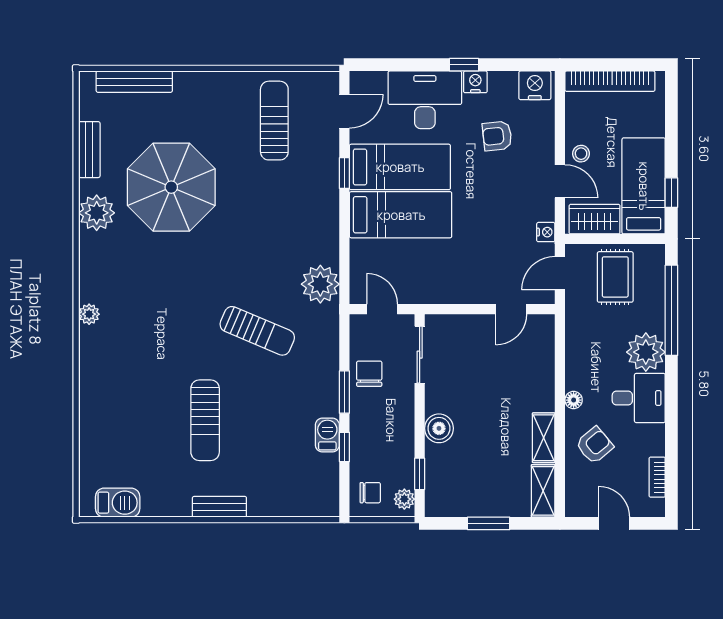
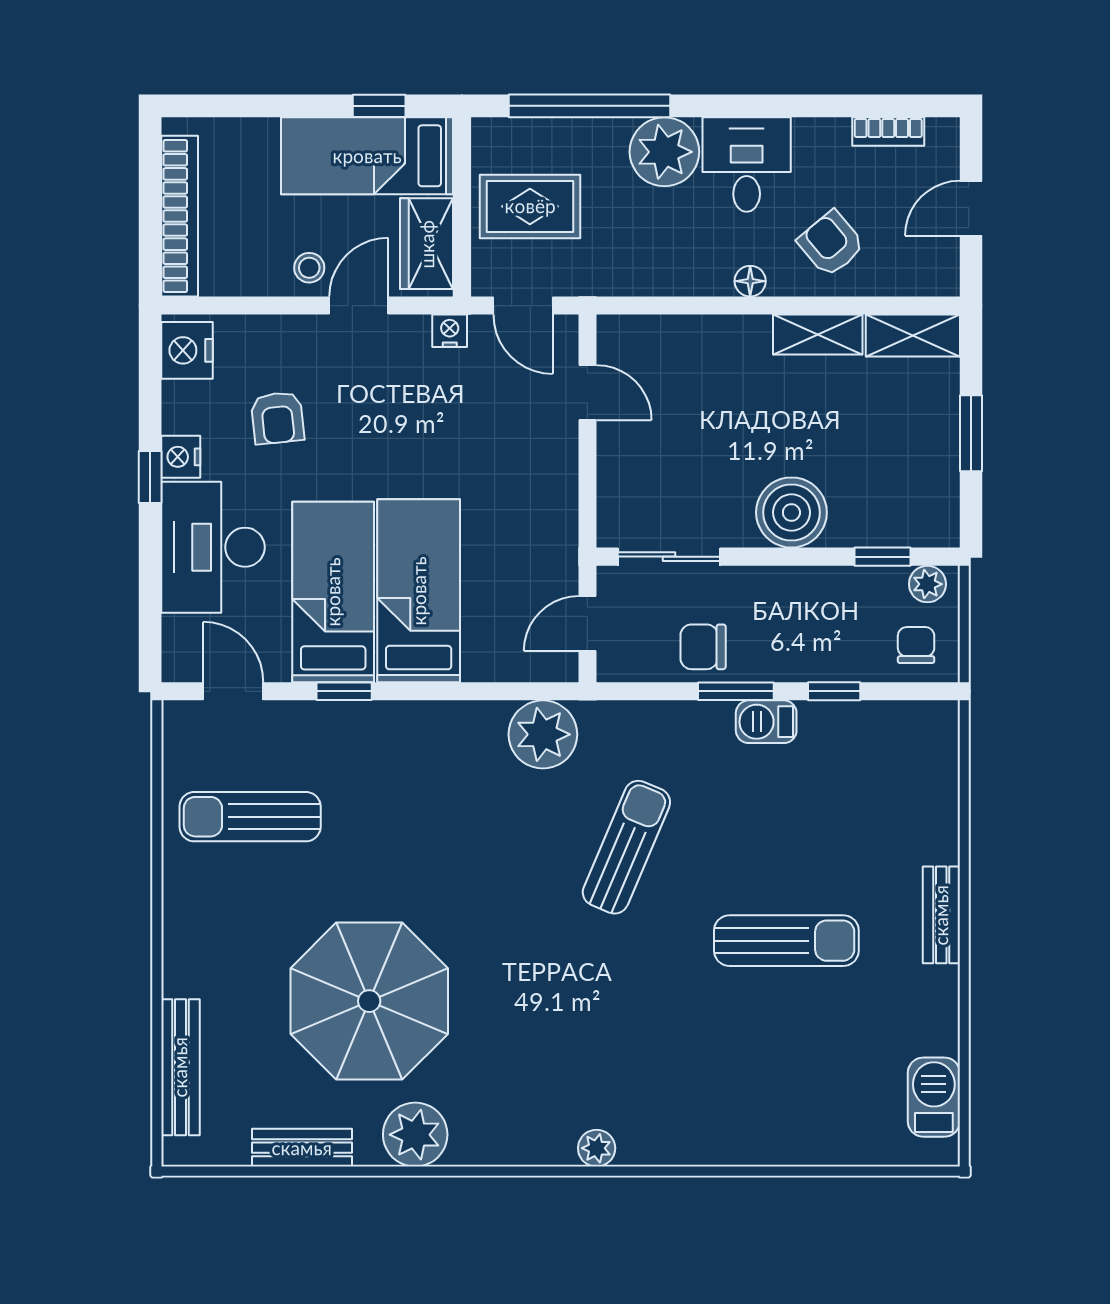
boiler: (439, 428) -> (791, 512), width x1.37, depth x1.37
barbecue: (327, 435) -> (766, 722), moved

